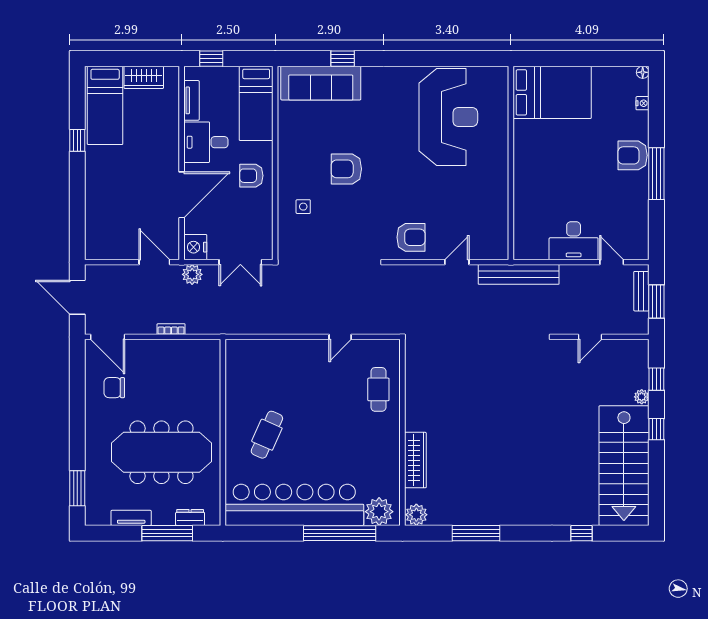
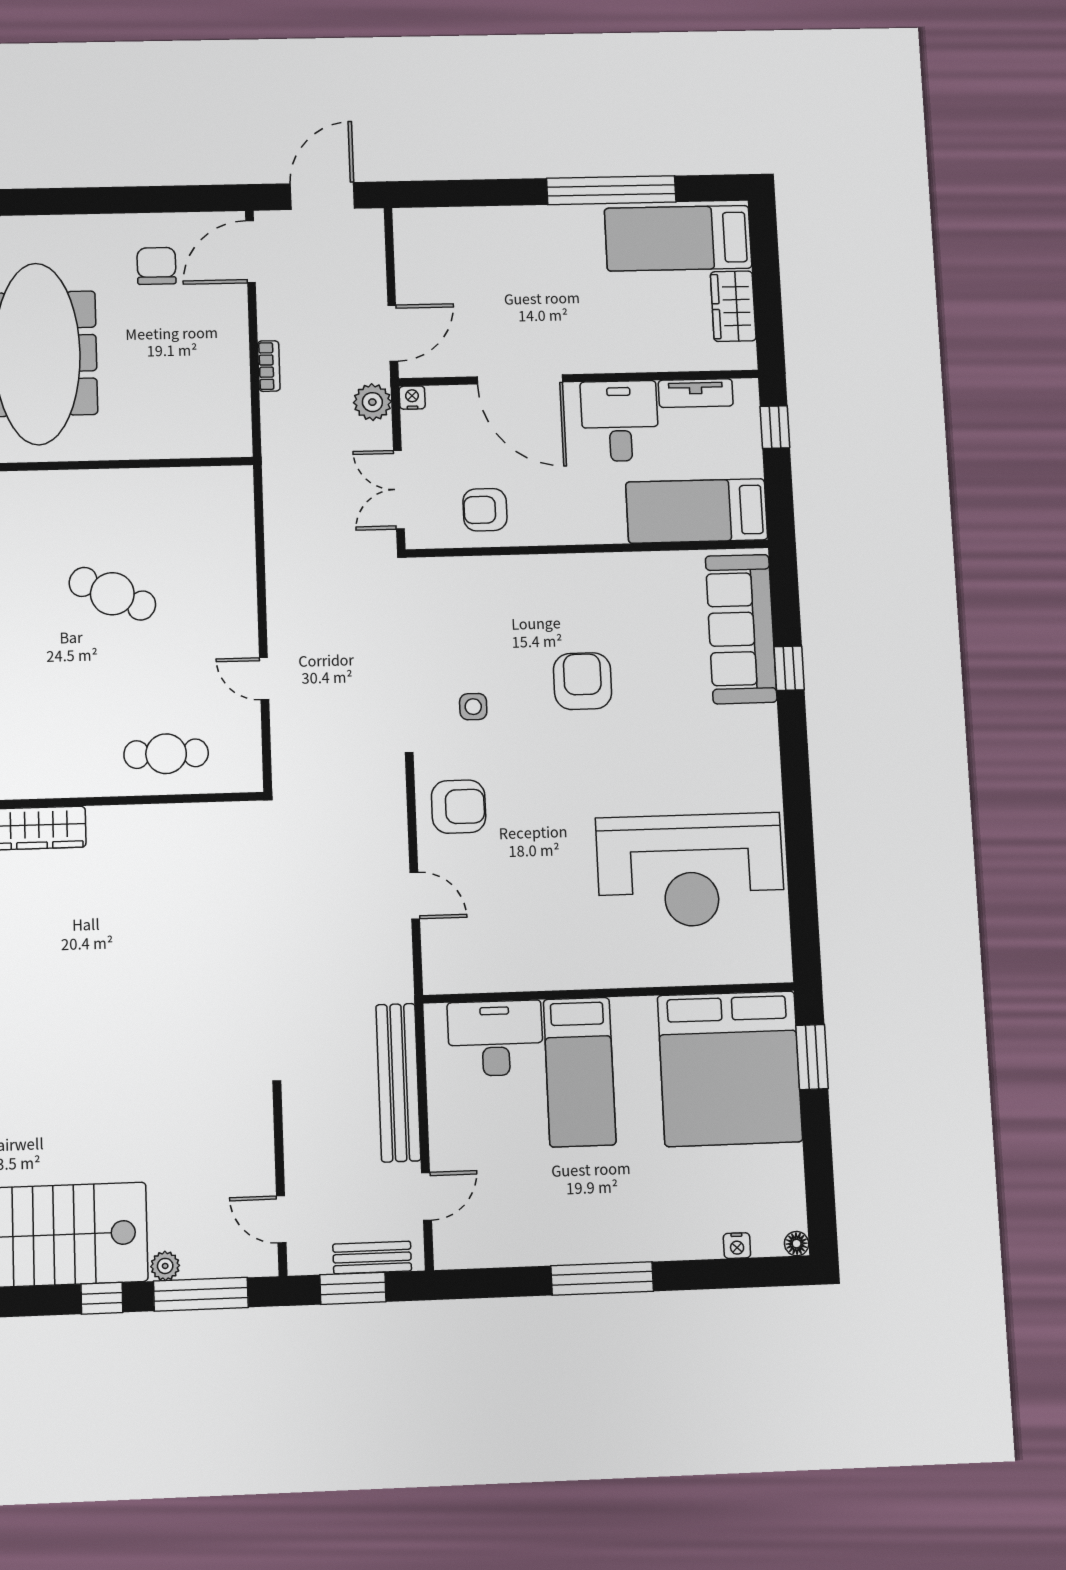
window: (548, 59) -> (812, 1057), added
bed: (552, 92) -> (730, 1069), width x1.36
window: (77, 140) -> (611, 190), width x3.17
armchair: (633, 155) -> (635, 1230), removed
armchair: (251, 176) -> (485, 510), moved, turned -90
bed: (551, 180) -> (580, 1072), added
side table: (303, 207) -> (473, 707), moved
armchair: (411, 237) -> (459, 807), turned -90
desk: (574, 241) -> (495, 1038), moved, turned 90
nightstand: (195, 247) -> (412, 398), width x0.53, depth x0.56
bench: (519, 274) -> (398, 1083), moved
door: (590, 337) -> (281, 1219), moved
window: (656, 379) -> (201, 1294), width x2.17
cafe table: (267, 435) -> (112, 594), moved

